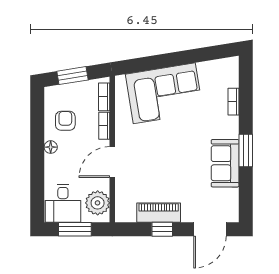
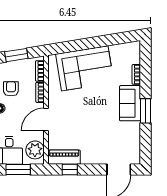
sofa: (225, 163) -> (130, 103), moved
piano: (159, 213) -> (64, 157), moved
window: (162, 229) -> (70, 170), moved

